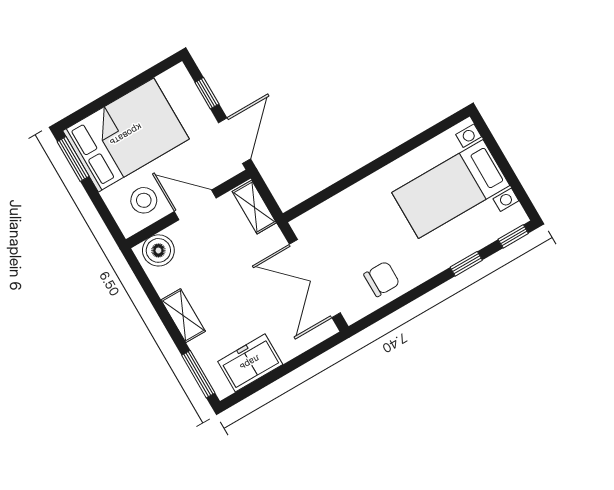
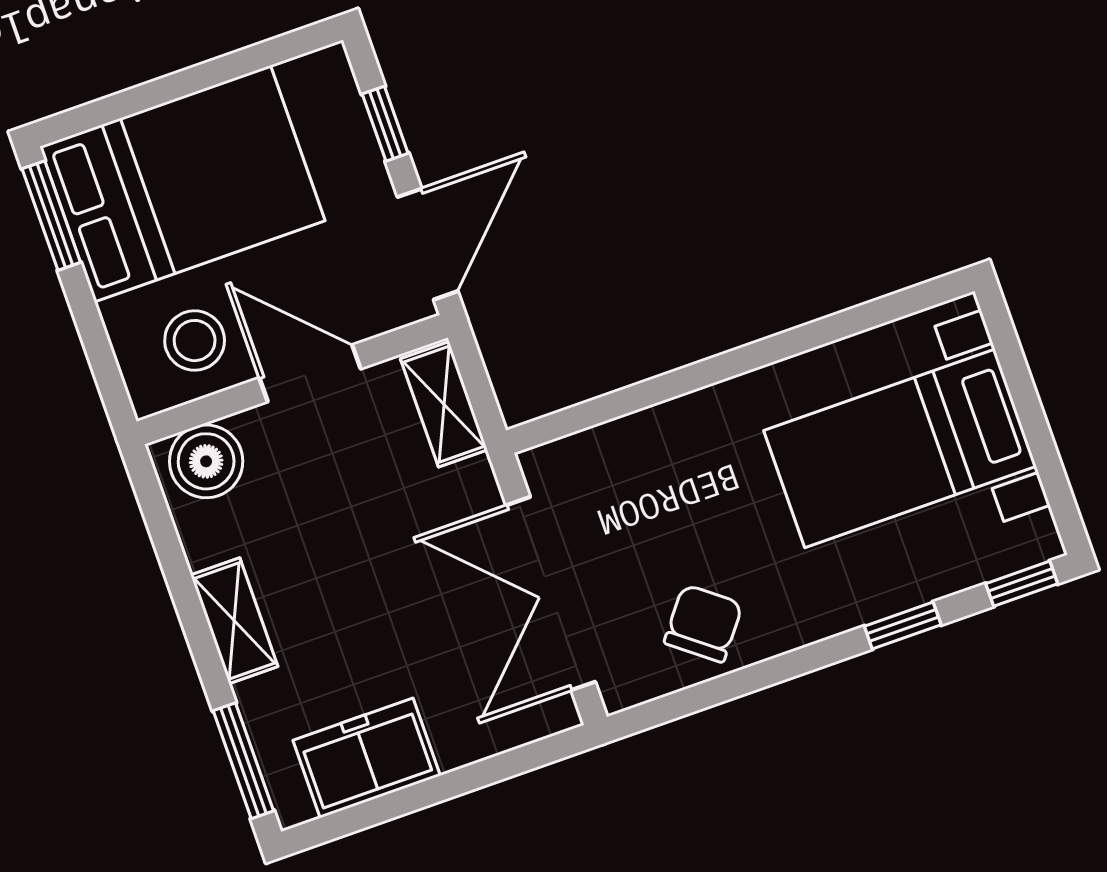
chair: (382, 279) -> (703, 623), turned -52

